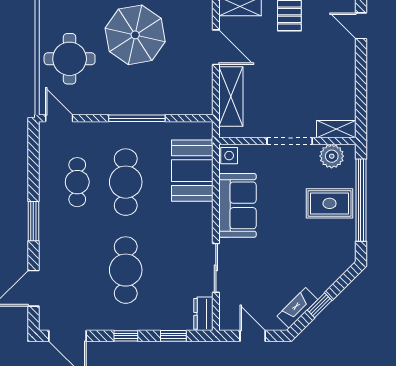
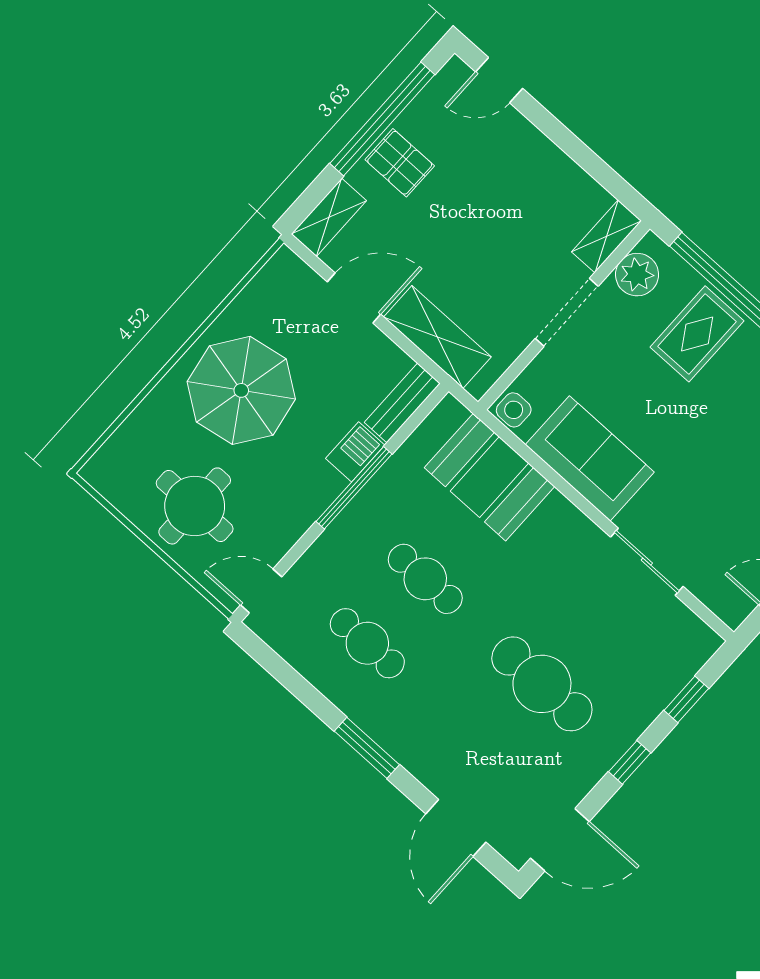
barbecue: (152, 105) -> (355, 452), added
bench: (190, 107) -> (402, 403), added
cafe table: (126, 182) -> (425, 579), width x0.73, depth x0.74
dresser: (203, 314) -> (693, 633), removed

